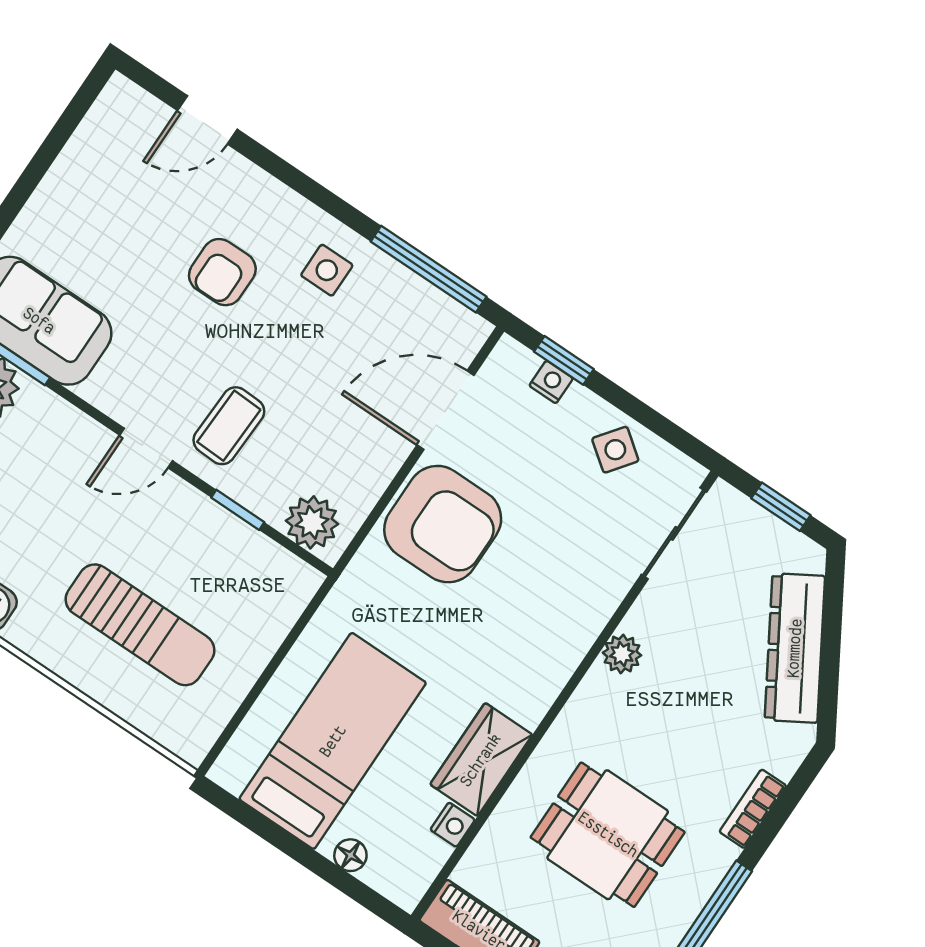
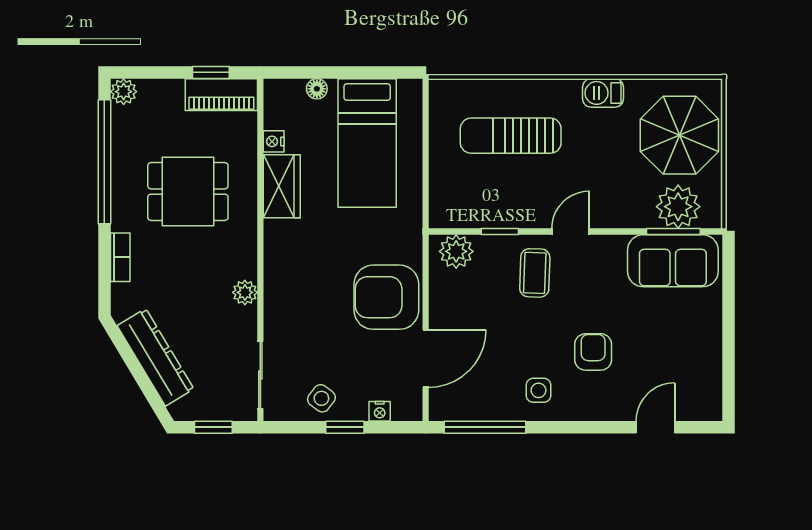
window: (564, 360) -> (345, 427), moved

